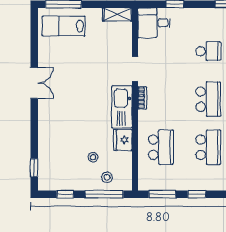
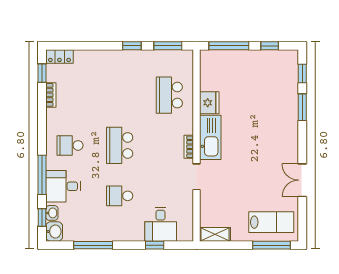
desk: (154, 23) -> (161, 224), moved, turned 90
double door: (34, 83) -> (302, 180), moved
window: (34, 136) -> (302, 107), added
school desk: (208, 147) -> (120, 95), removed
stool: (93, 157) -> (241, 85), removed
stool: (107, 177) -> (226, 64), removed

